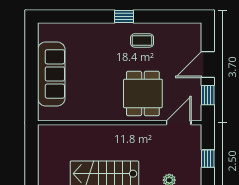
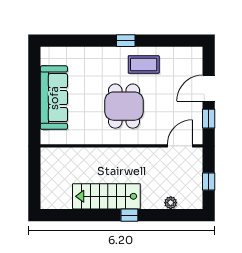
coffee table: (142, 40) -> (144, 64), width x1.36, depth x1.30
dining table: (143, 93) -> (124, 106), moved

